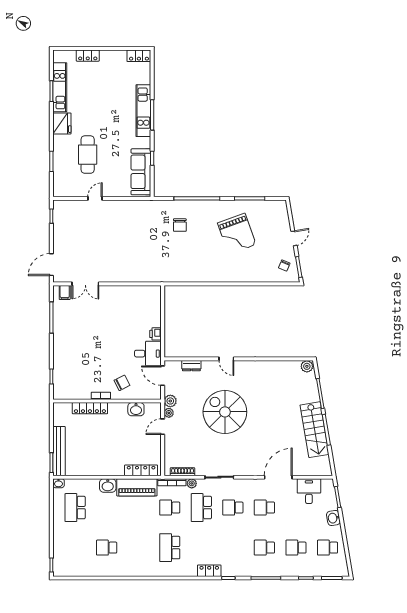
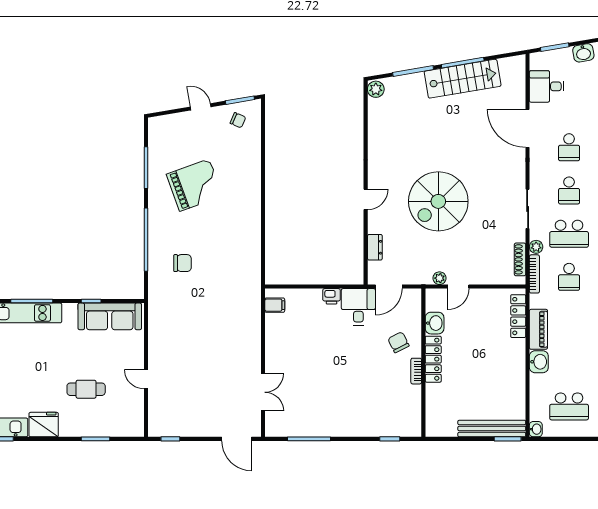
cafe table: (88, 155) -> (86, 389), width x0.73, depth x0.74
filing cabinet: (65, 292) -> (275, 305), moved
plant: (170, 401) -> (423, 276), removed
locker: (90, 408) -> (433, 359), moved
door: (163, 427) -> (458, 287), hinge flipped
piano: (137, 487) -> (538, 329), width x0.73, depth x0.75

